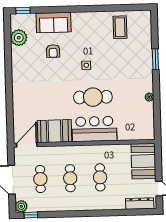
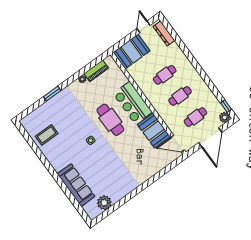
window: (23, 11) -> (83, 213), removed
sofa: (54, 23) -> (76, 185), width x1.36
armchair: (53, 51) -> (97, 171), removed
piano: (148, 115) -> (96, 71), added

